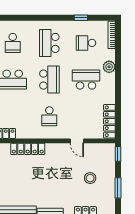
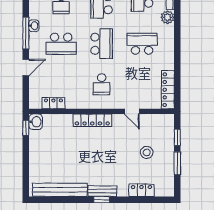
plant: (109, 67) -> (168, 17), moved
locker: (28, 149) -> (92, 120), moved
window: (118, 154) -> (177, 137), moved

